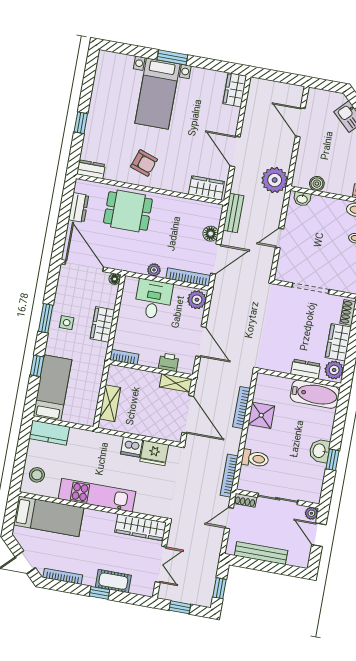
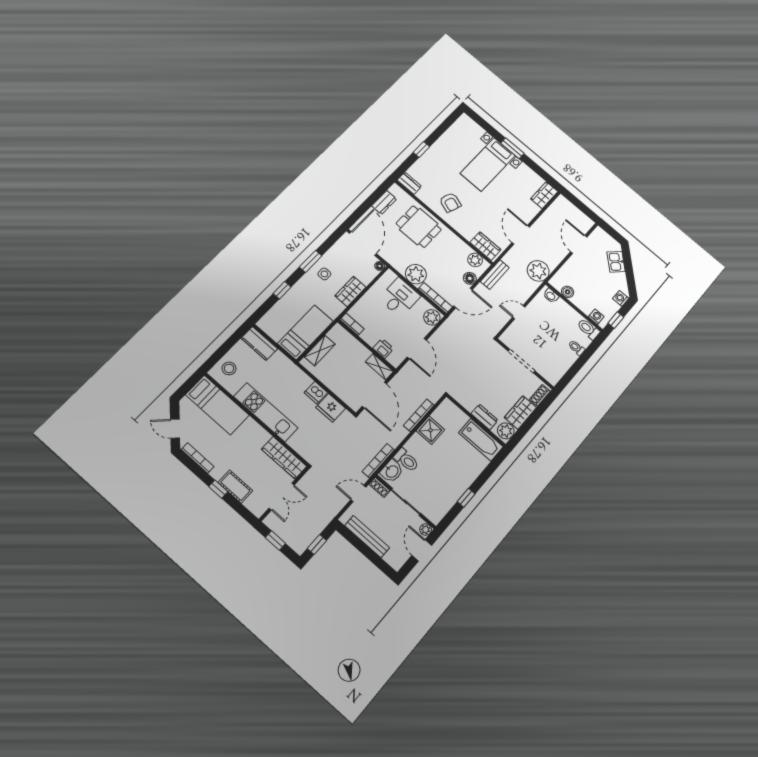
plant: (205, 210) -> (475, 260), added
plant: (154, 270) -> (416, 274), width x1.87, depth x1.87
bed: (52, 388) -> (305, 332), moved
washbasin: (320, 451) -> (392, 471), moved, turned 180

